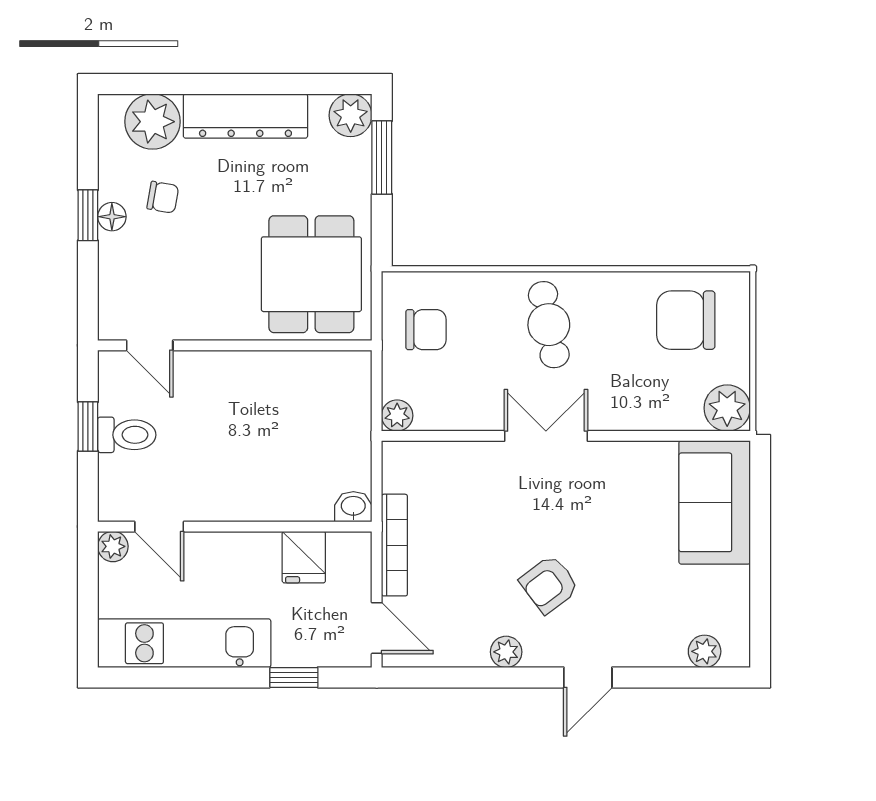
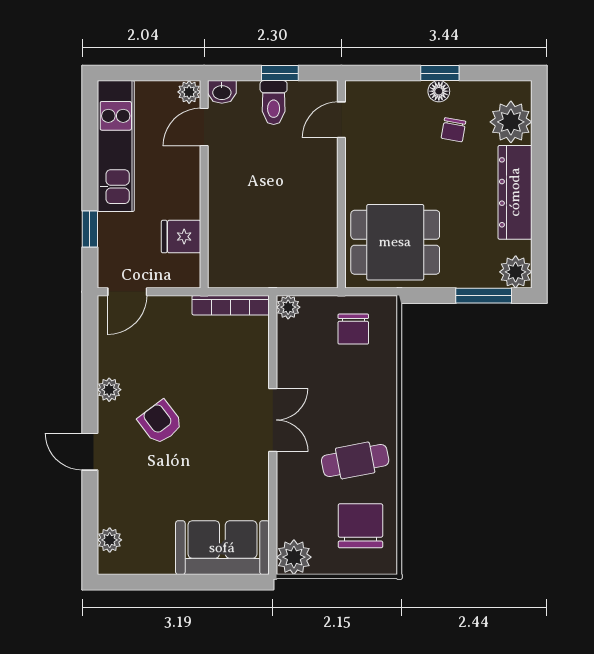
cafe table: (549, 325) -> (355, 460), moved
washbasin: (353, 507) -> (222, 92), moved, turned 90
bookcase: (394, 545) -> (231, 305), moved

